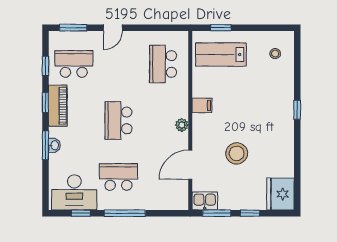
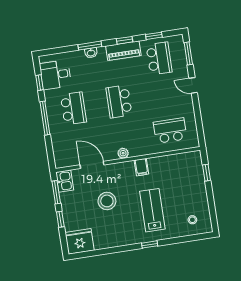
lab bench: (221, 55) -> (152, 210), moved
school desk: (118, 120) -> (119, 101), turned -90
desk: (74, 192) -> (55, 75), width x0.73

